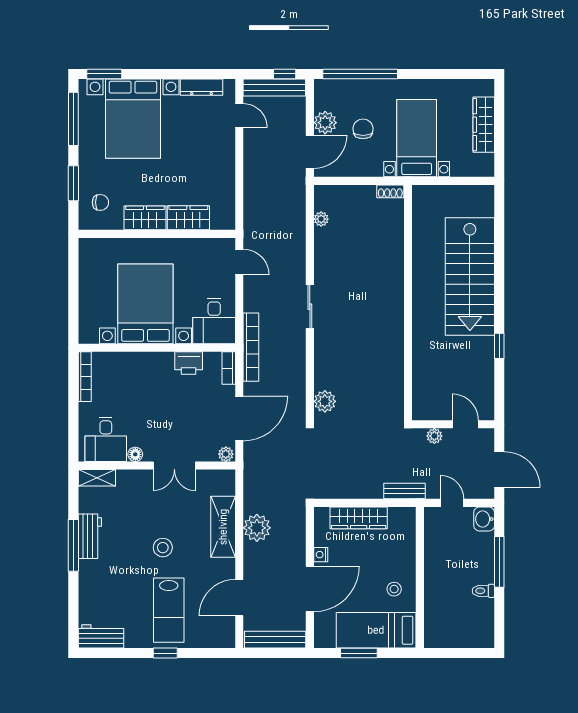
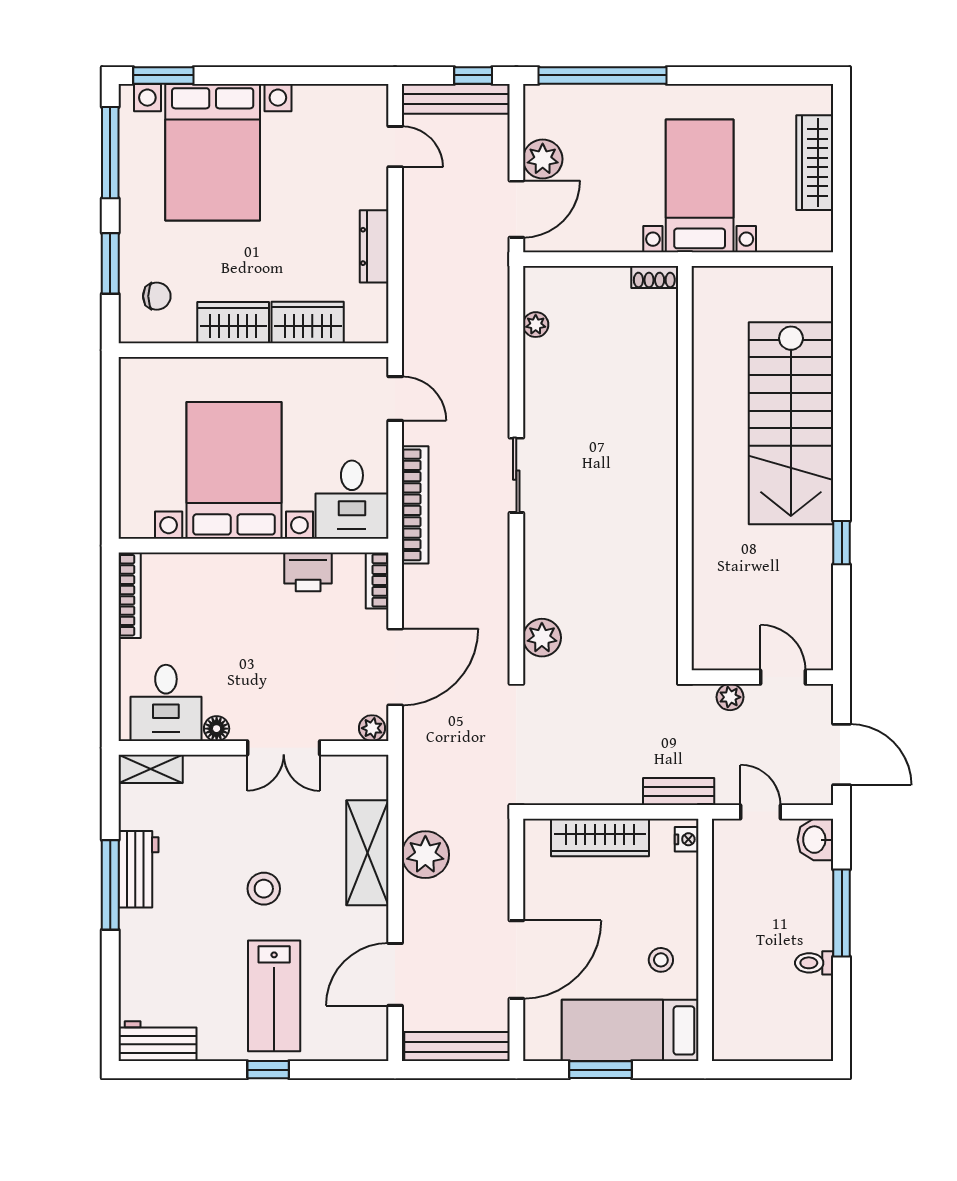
dresser: (202, 87) -> (374, 246), moved, turned 90
chair: (363, 129) -> (607, 170), removed
bookcase: (251, 347) -> (415, 505), moved
nightstand: (321, 555) -> (687, 839), moved, turned 180

